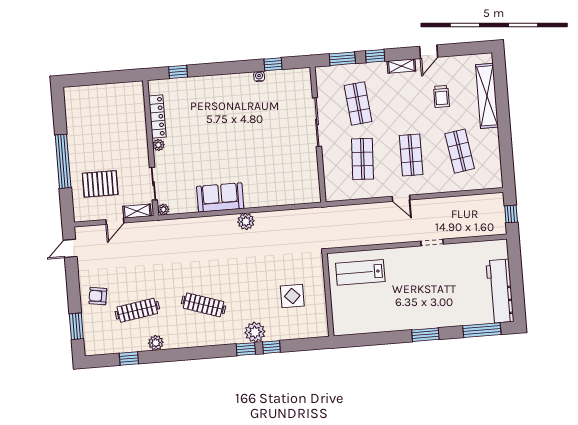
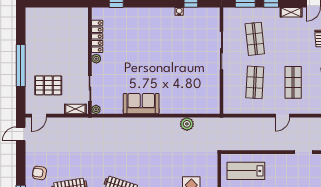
door: (401, 198) -> (282, 116), hinge flipped
door: (115, 221) -> (39, 116), moved
plant: (246, 221) -> (187, 124), moved

